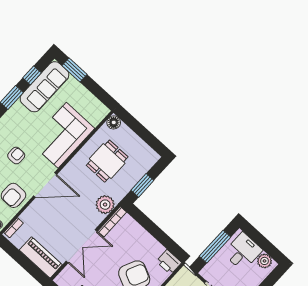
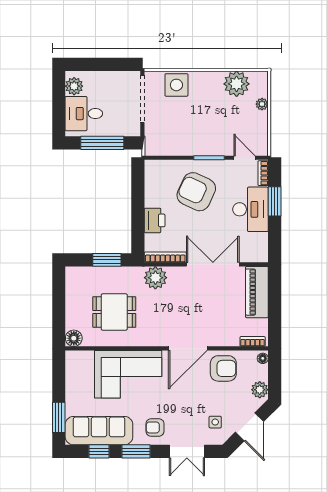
armchair: (16, 155) -> (155, 427), moved
door: (45, 185) -> (188, 348), swing flipped
printer: (169, 262) -> (155, 220), moved

